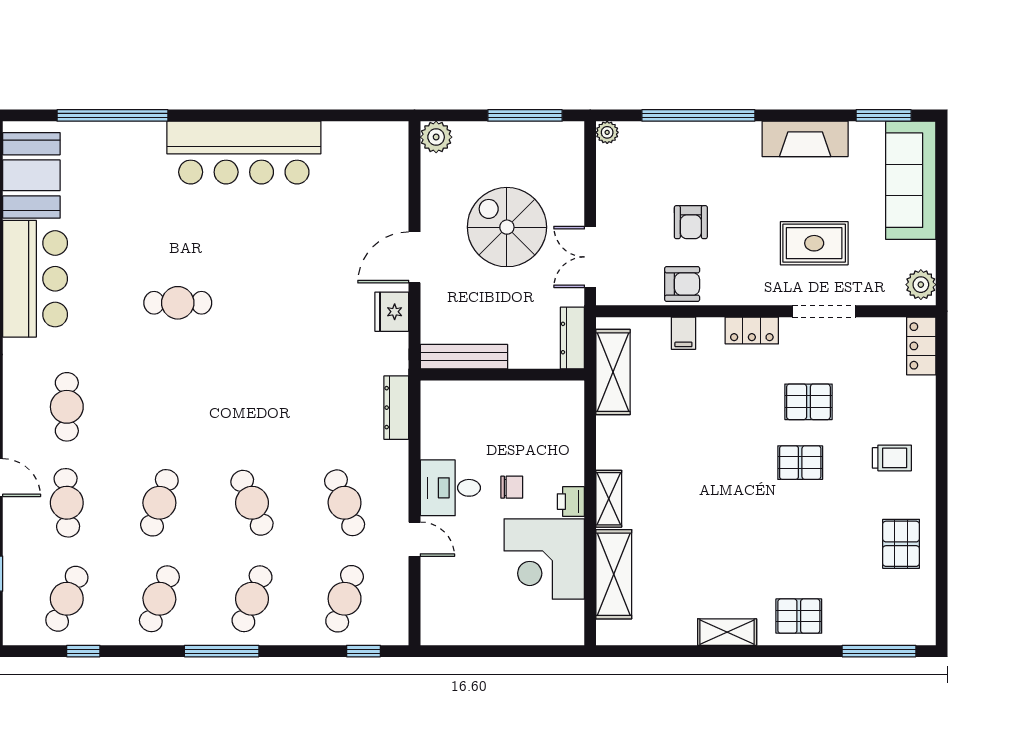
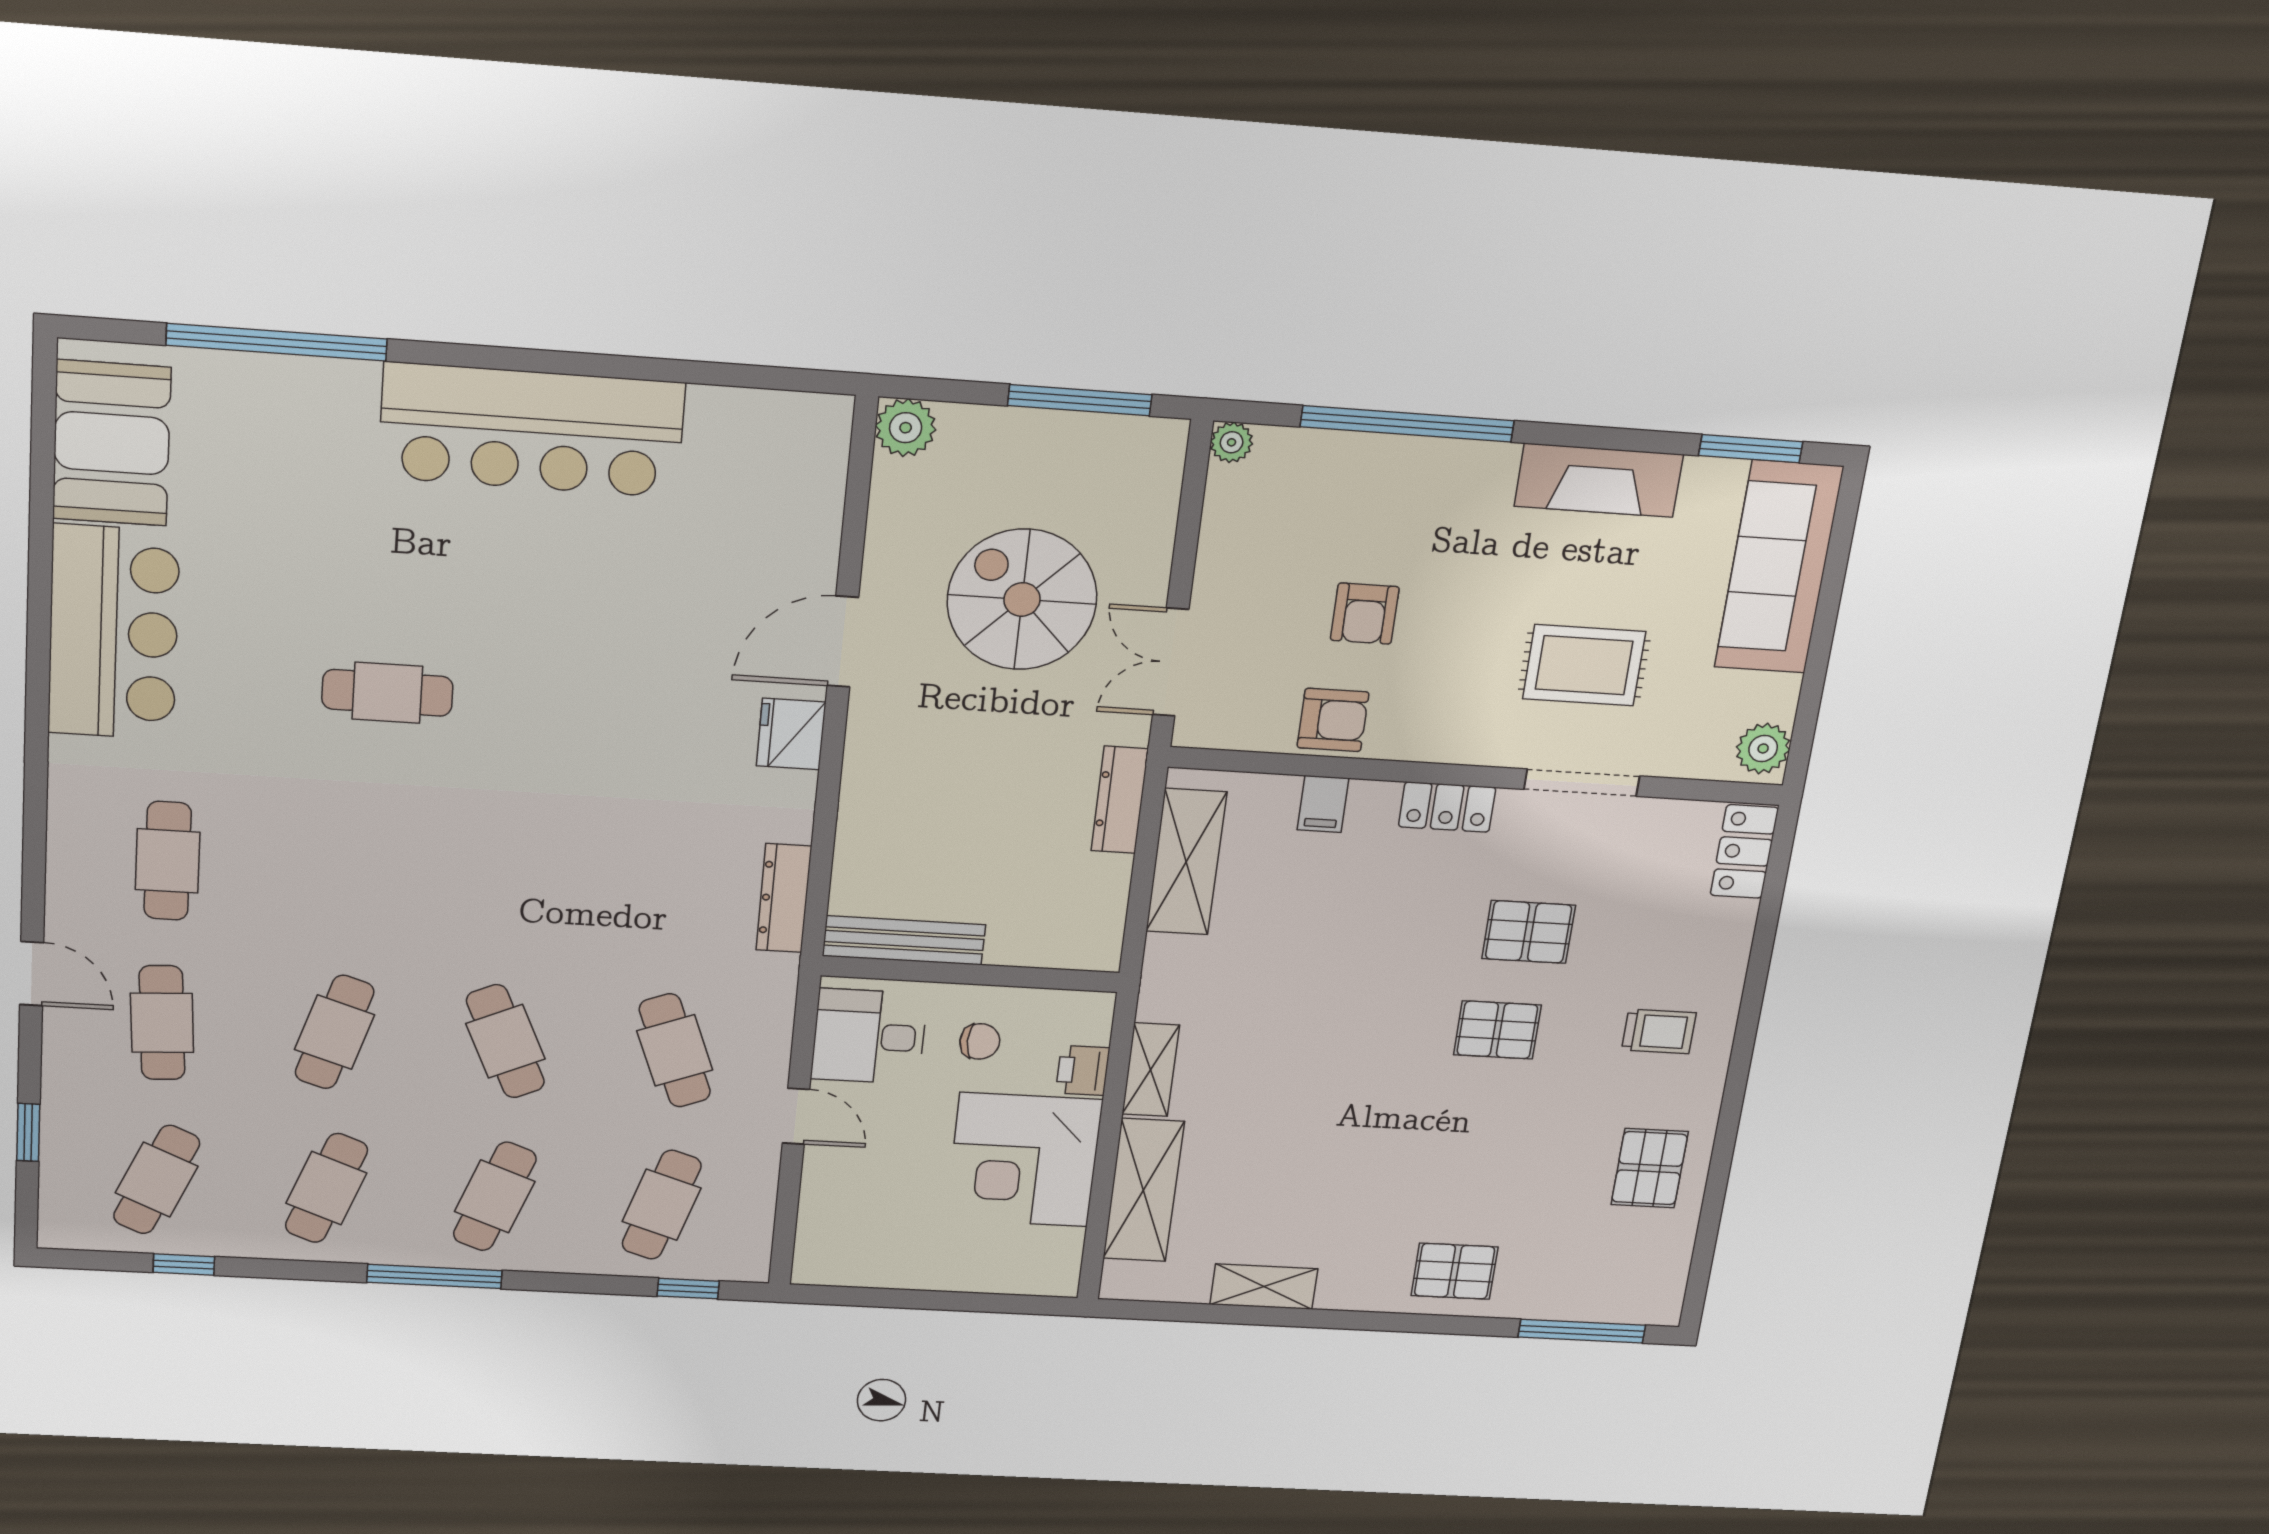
bench: (464, 357) -> (904, 940), moved
wall: (502, 375) -> (970, 974), moved
shelving: (727, 632) -> (1264, 1287), moved

